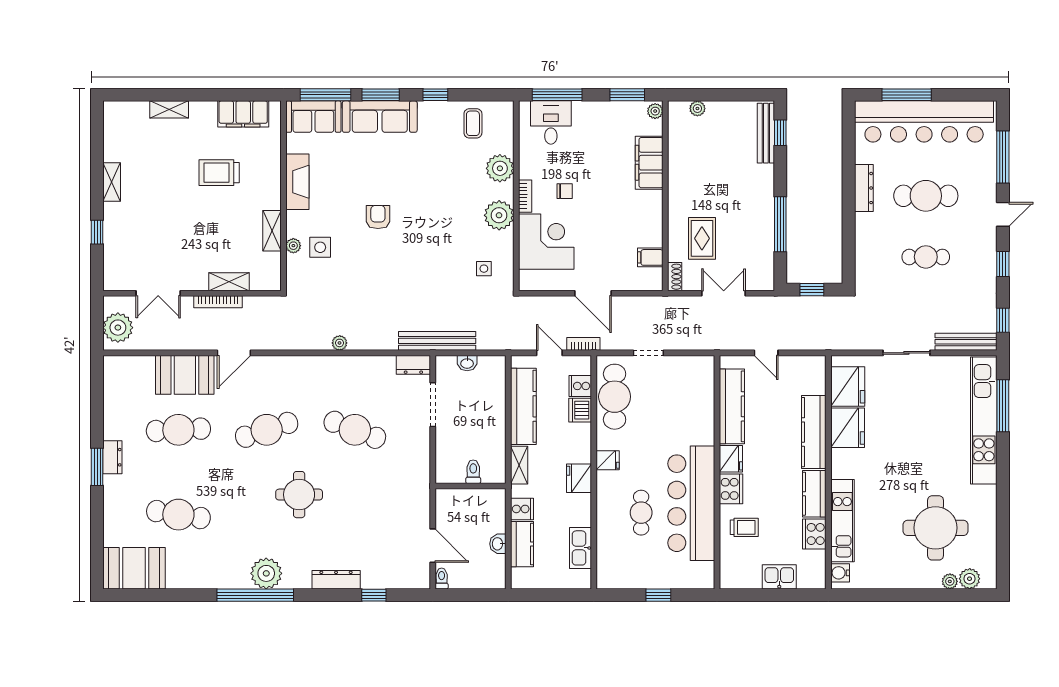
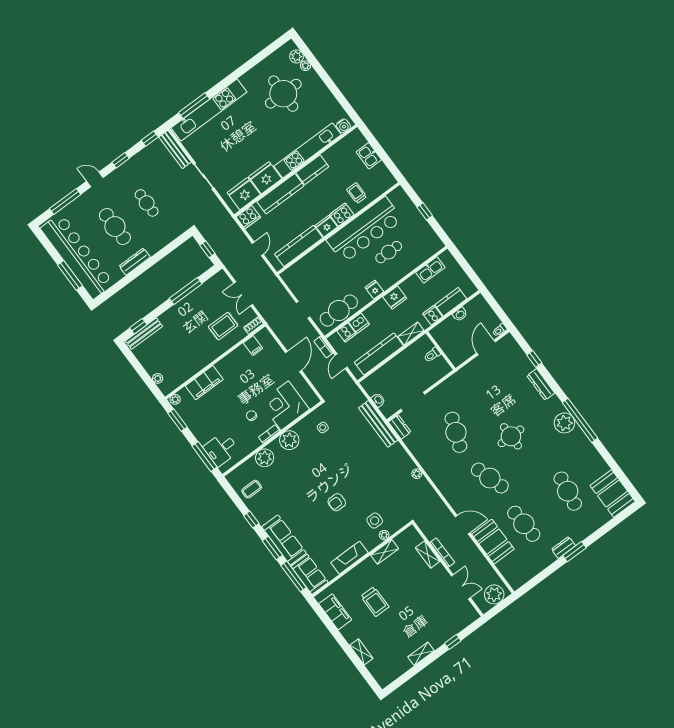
kitchen unit: (842, 521) -> (308, 151), width x1.36
cooker: (814, 534) -> (248, 217), moved

